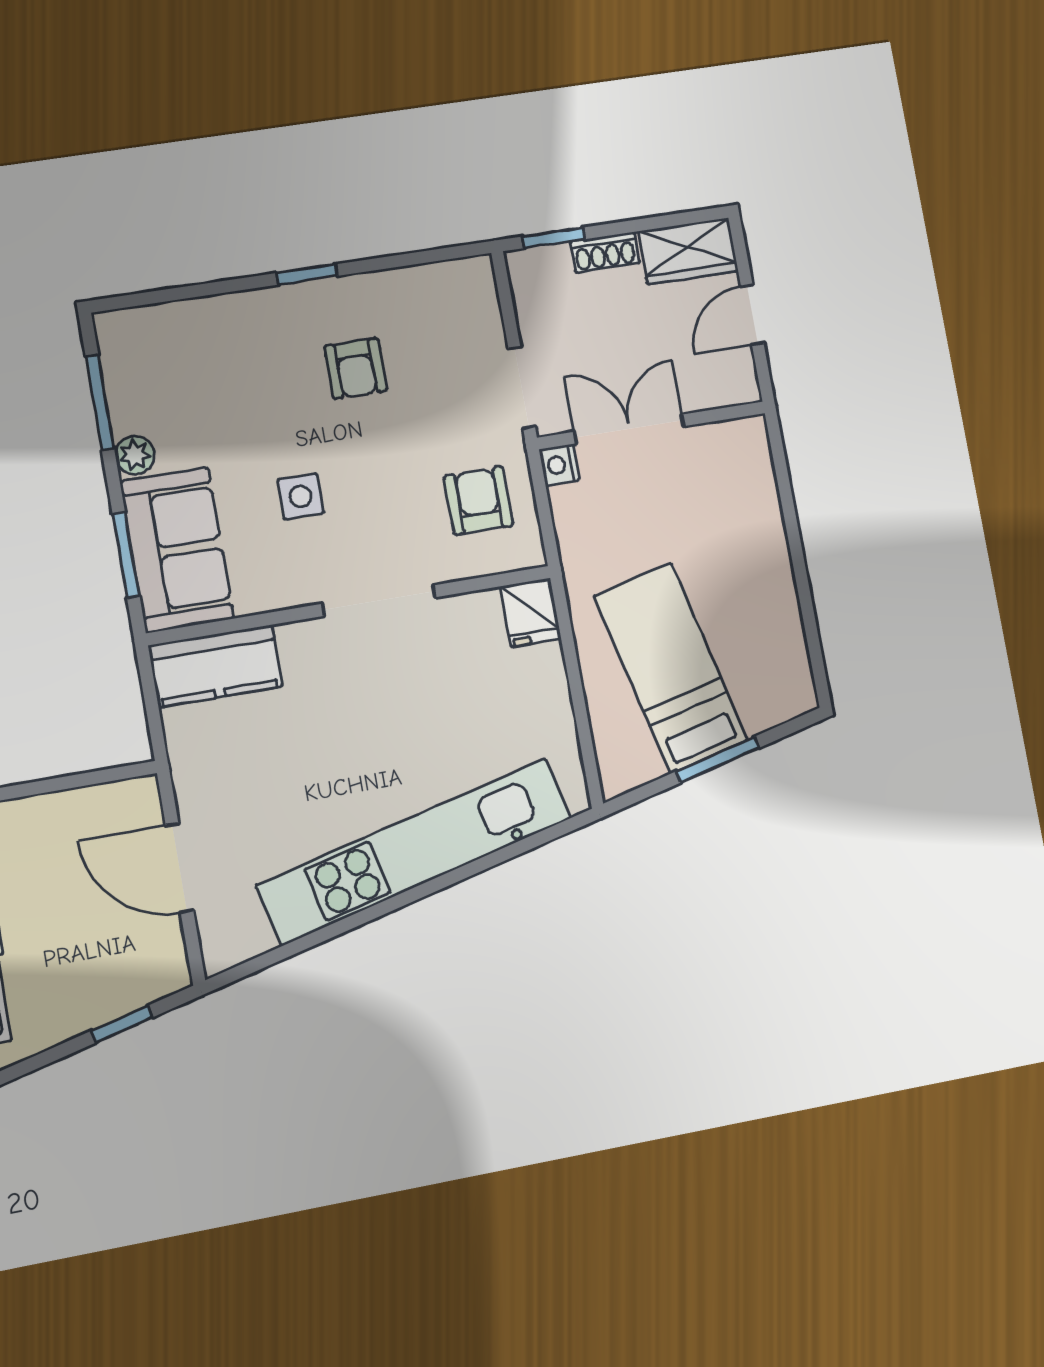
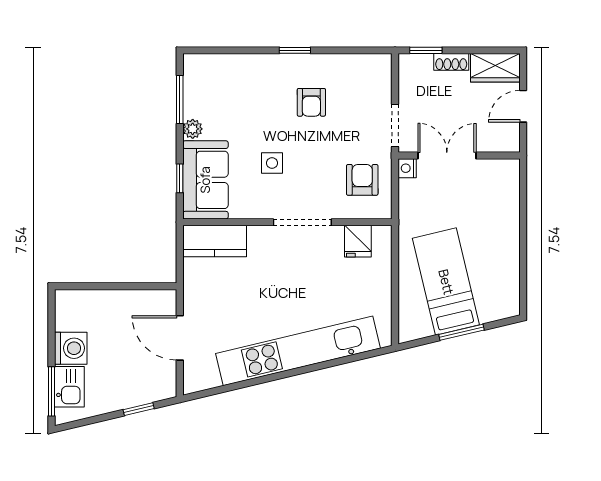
window: (126, 555) -> (180, 178), width x0.67
fridge: (531, 613) -> (358, 241), moved

